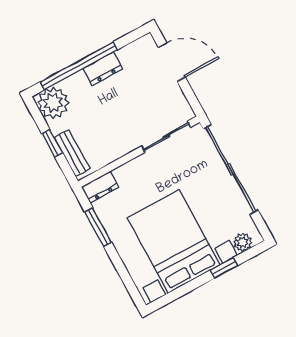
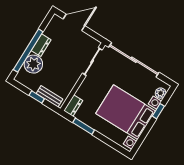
plant: (53, 103) -> (33, 64), moved

